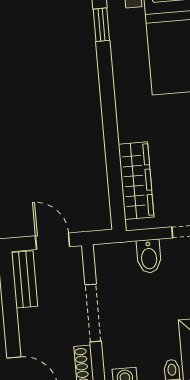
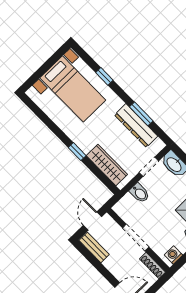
window: (101, 25) -> (77, 152), moved
door: (53, 241) -> (93, 221), hinge flipped

